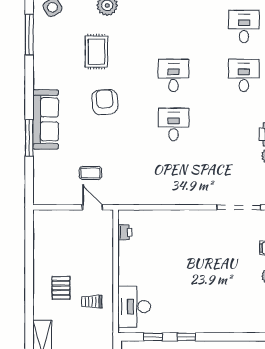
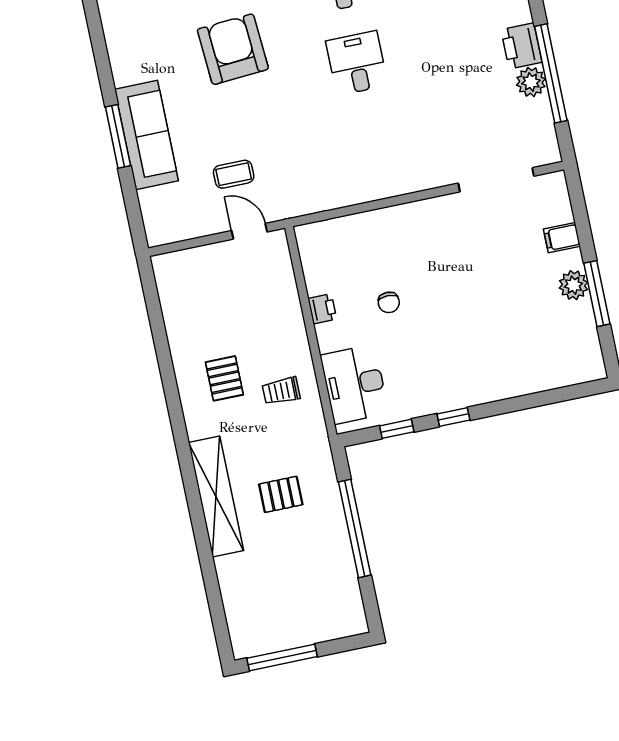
armchair: (105, 102) -> (233, 49), width x1.36, depth x1.36
sofa: (46, 119) -> (147, 135), moved
printer: (125, 232) -> (322, 309), moved
chair: (163, 264) -> (389, 302), added

